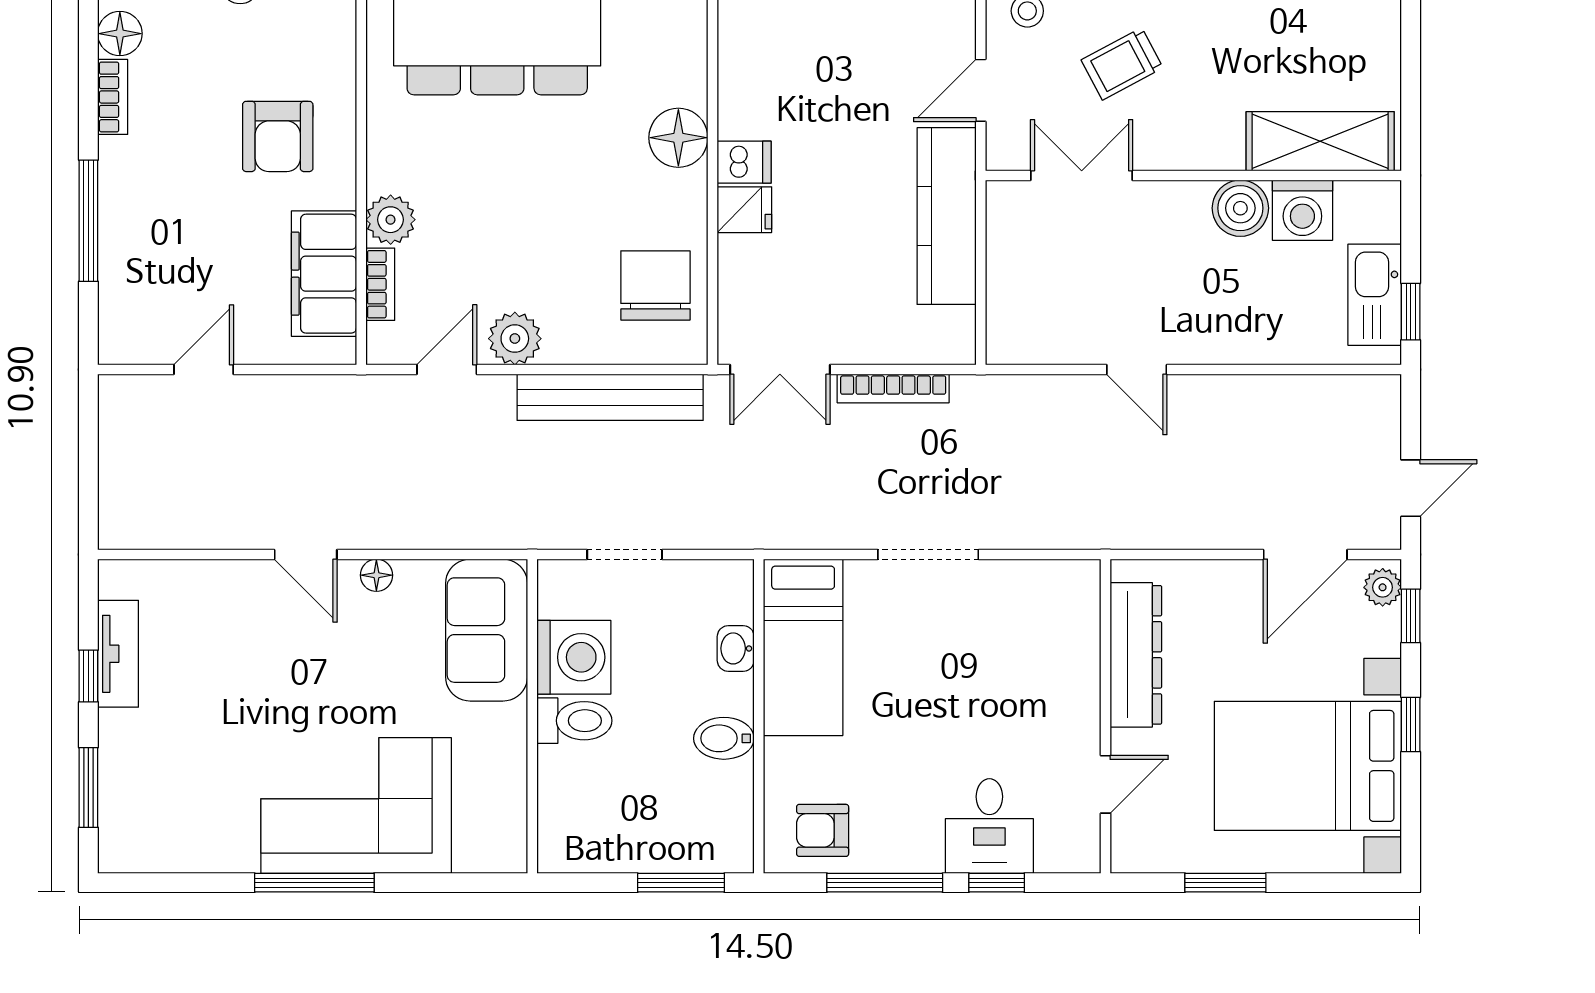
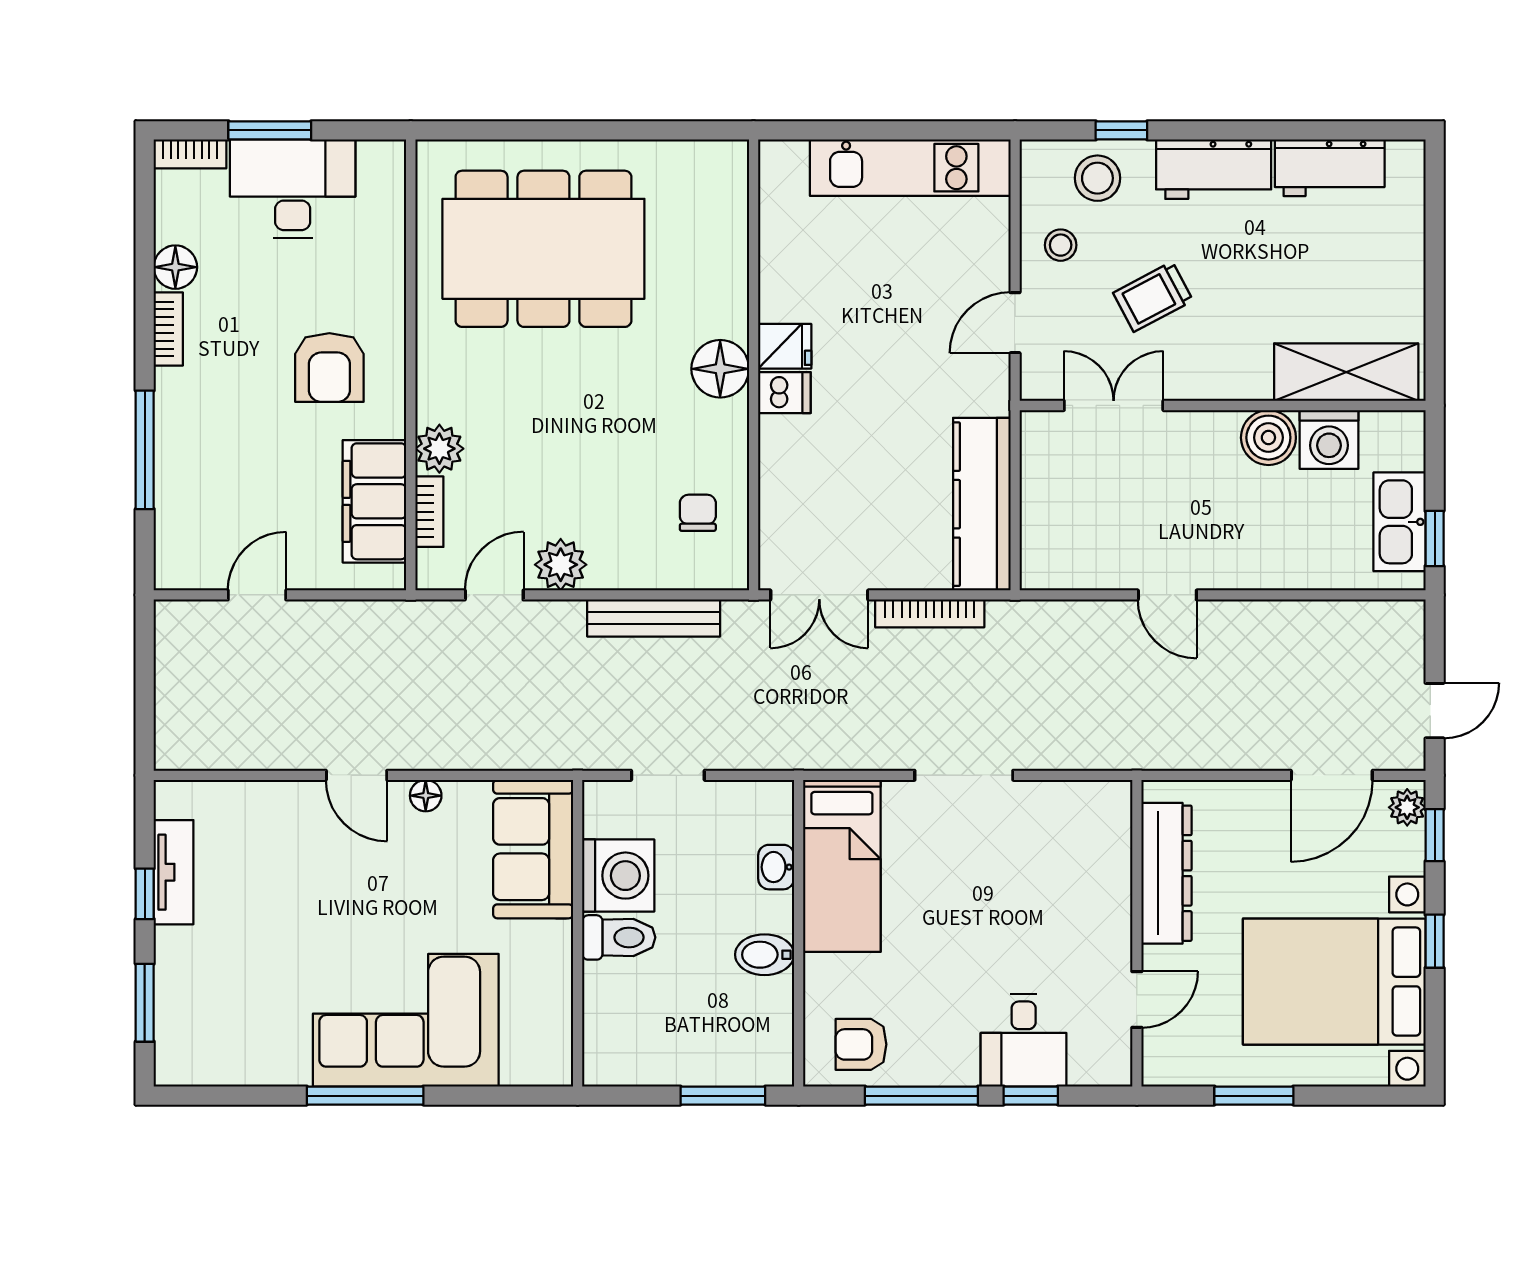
fridge: (744, 210) -> (785, 346), moved
kitchen counter: (947, 216) -> (982, 504), moved
chair: (655, 285) -> (698, 513), width x0.54, depth x0.54
bench: (610, 397) -> (654, 618), width x0.73, depth x0.82

